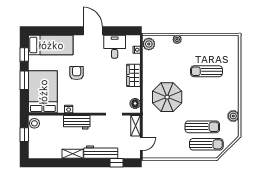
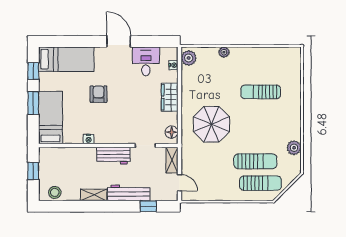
bed: (43, 92) -> (51, 118), width x0.67
workbench: (77, 122) -> (113, 156), moved
stool: (34, 123) -> (55, 192), moved
door: (141, 144) -> (179, 183), hinge flipped

